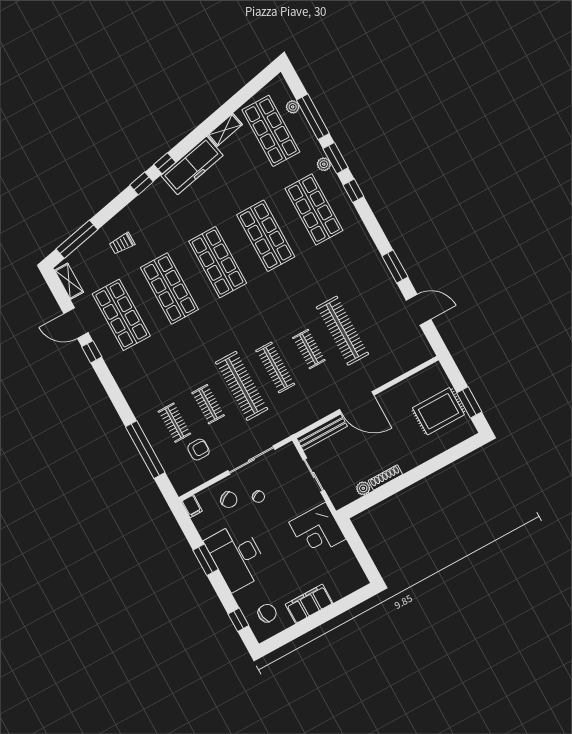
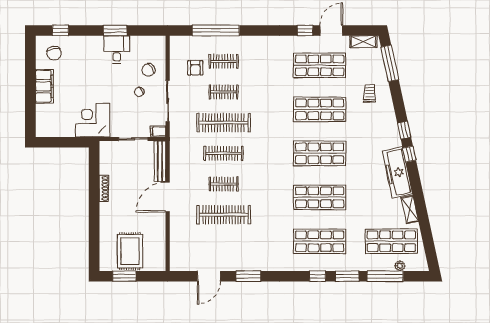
plant: (324, 164) -> (348, 266), removed
plant: (363, 488) -> (105, 169), removed
filing cabinet: (192, 506) -> (158, 131), moved
desk: (237, 556) -> (117, 49), width x0.53, depth x0.77

